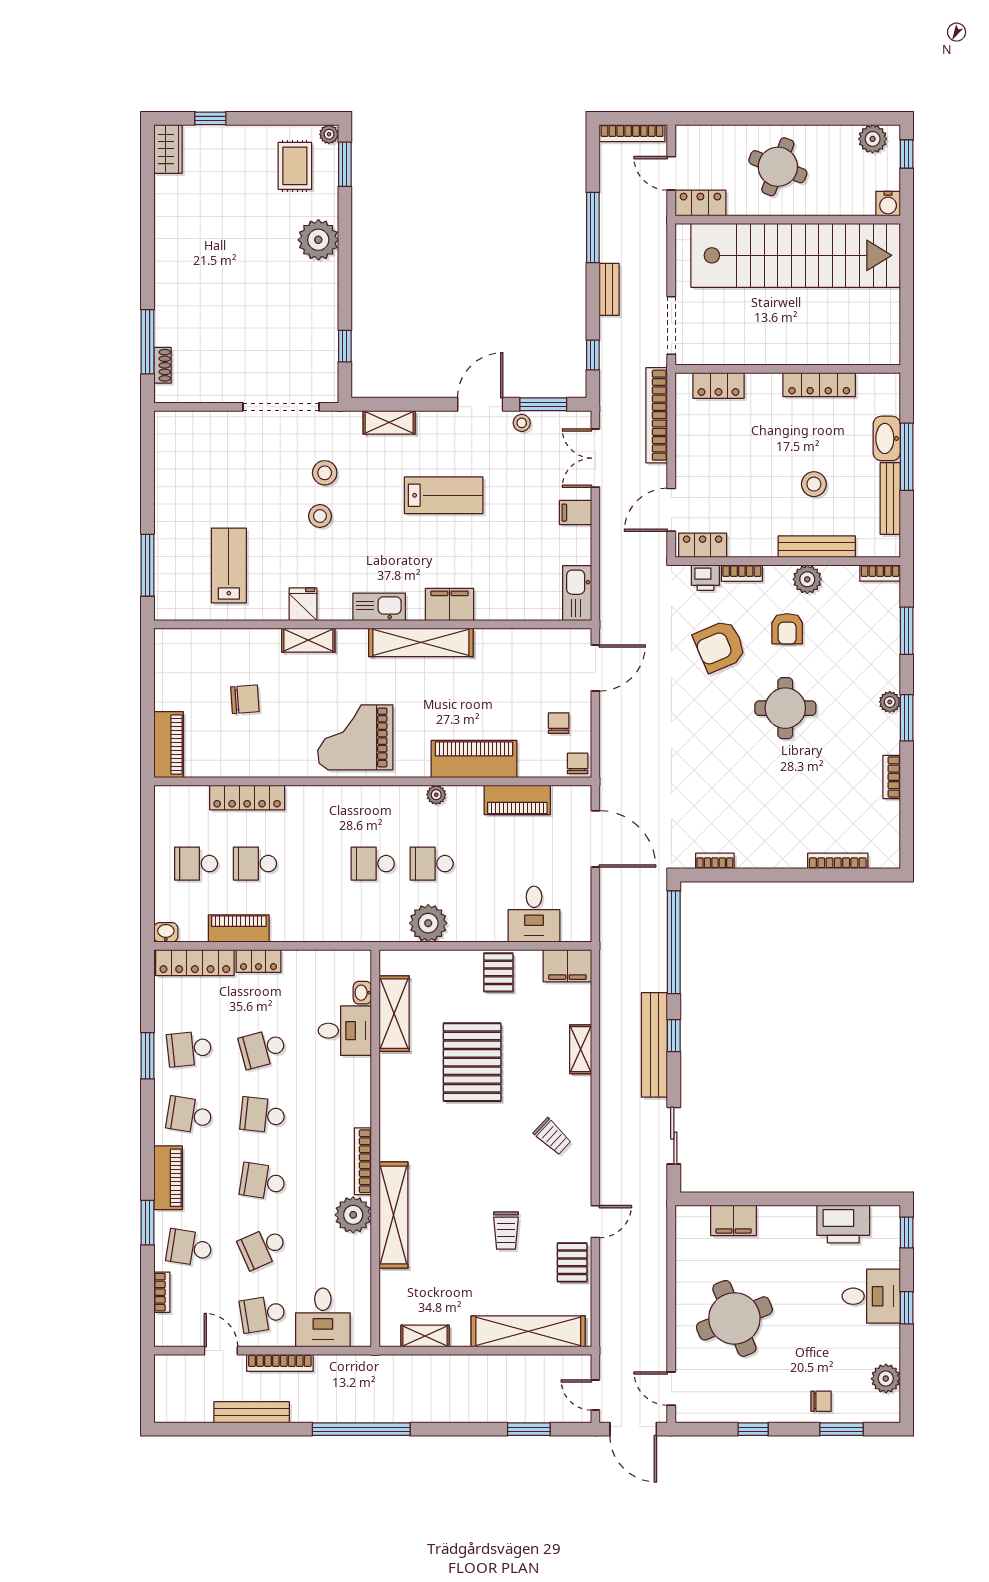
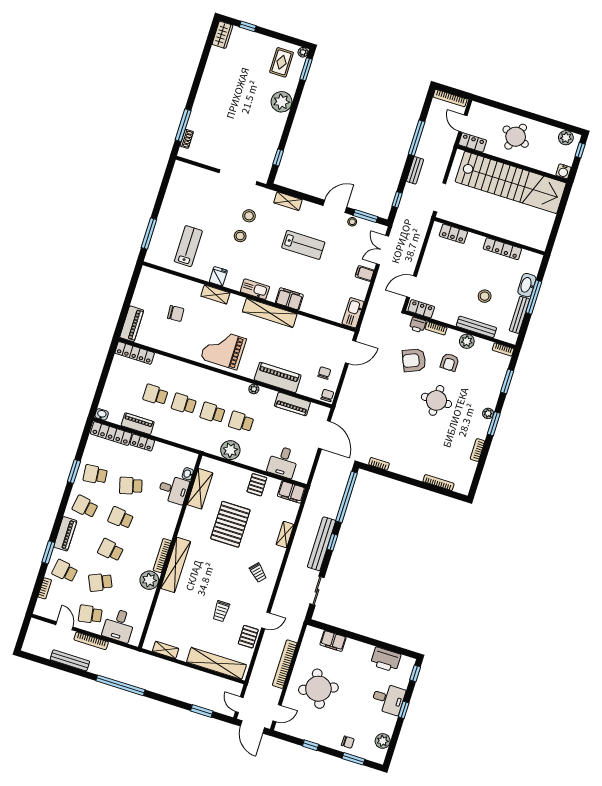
bookcase: (657, 415) -> (285, 664), moved
locker: (247, 798) -> (135, 353), moved
school desk: (196, 864) -> (184, 404), moved
shelving: (394, 1215) -> (176, 565), moved
door: (671, 1389) -> (277, 713), swing flipped

